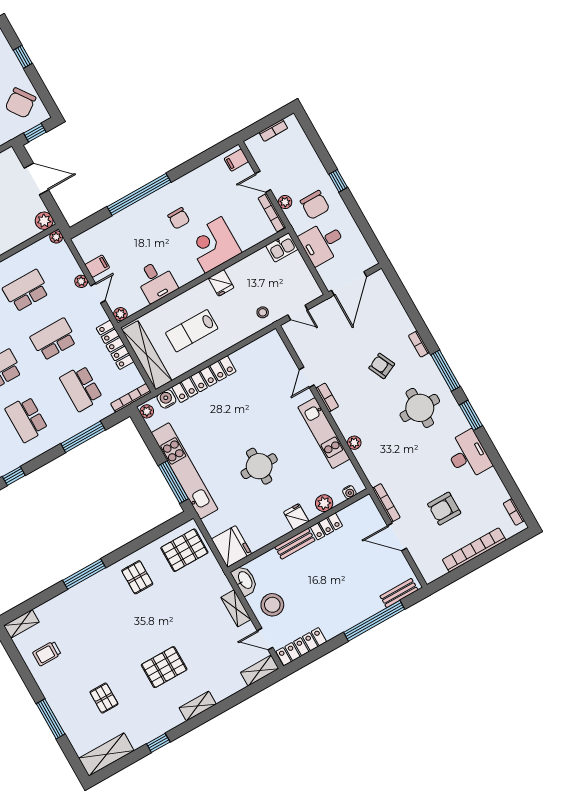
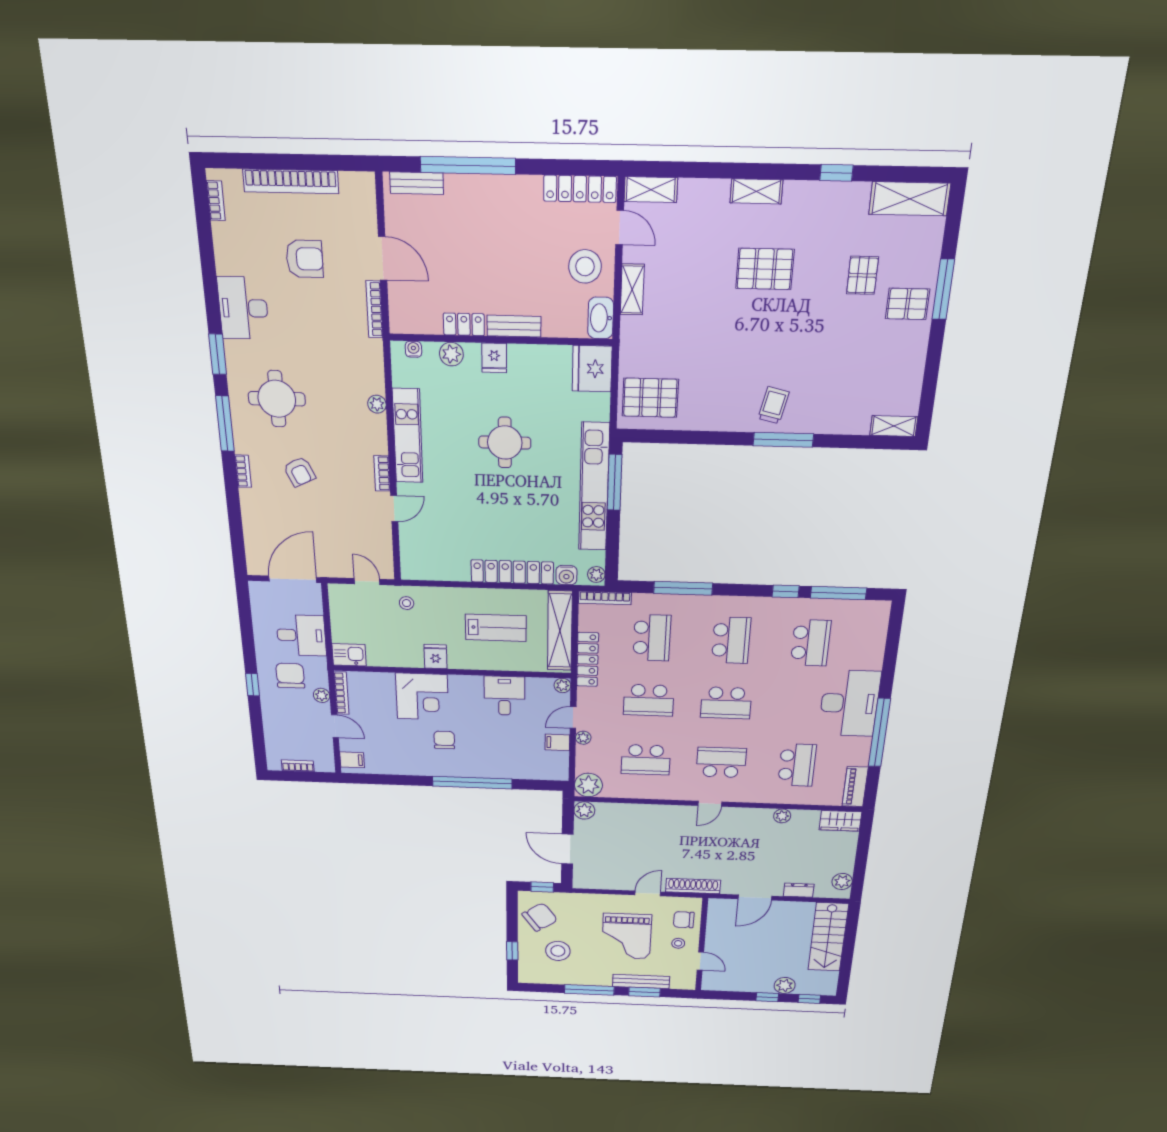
plant: (56, 237) -> (588, 785), width x1.88, depth x1.88
pallet: (137, 577) -> (908, 304), moved, turned 90
trolley: (47, 653) -> (773, 405), moved, turned -77

